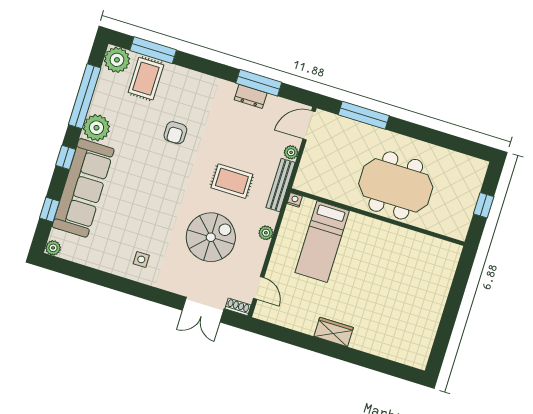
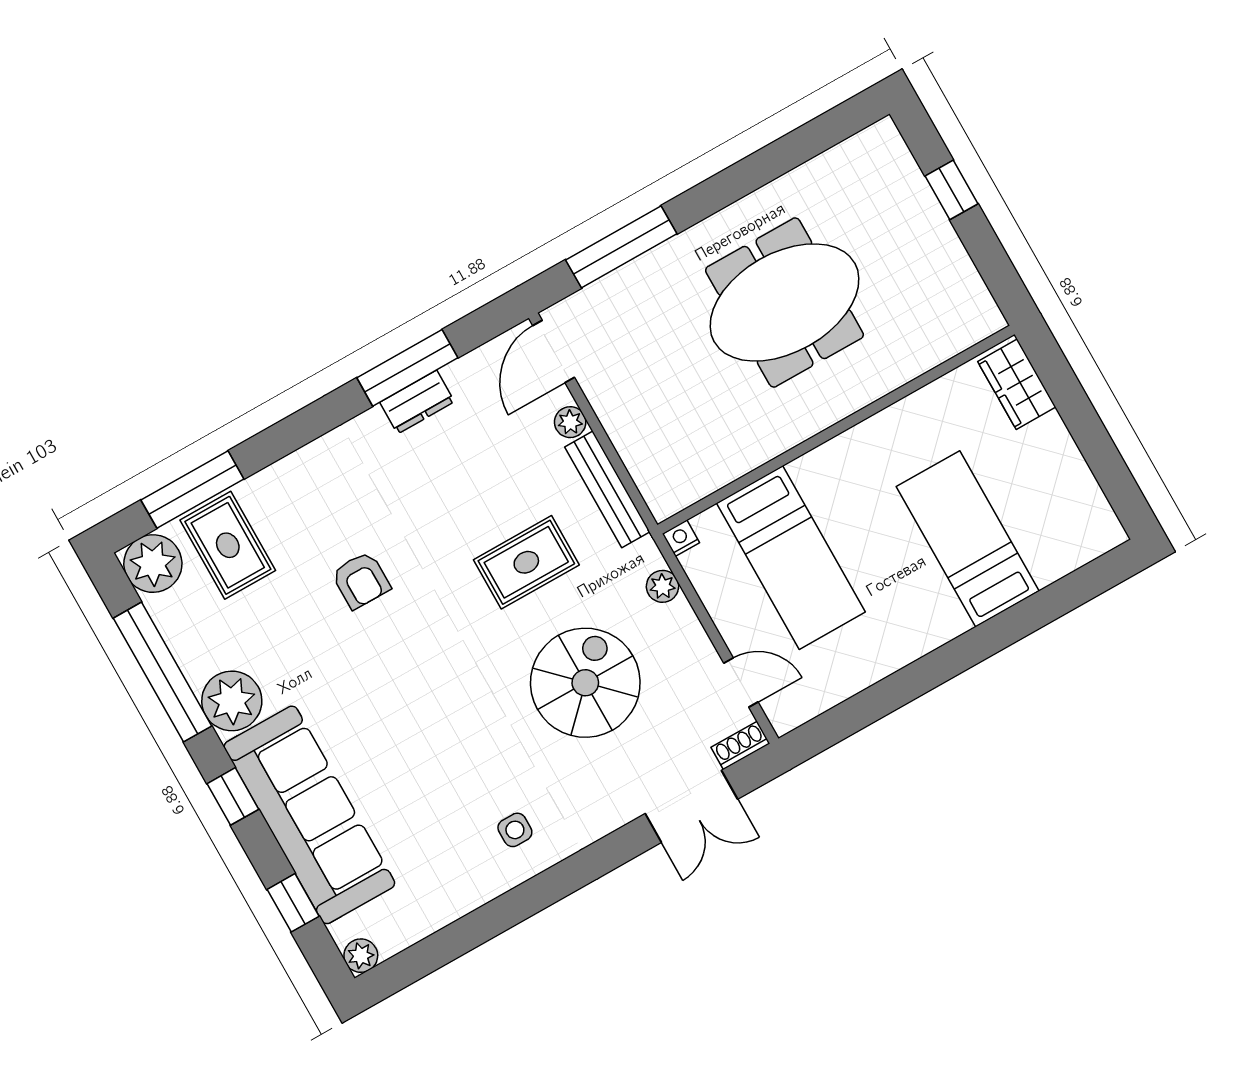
nightstand: (295, 200) -> (681, 538), moved
wall: (378, 217) -> (836, 430), moved
bed: (322, 242) -> (791, 557), moved
bed: (375, 318) -> (968, 539), added
wardrobe: (334, 332) -> (1017, 384), moved, turned -90

